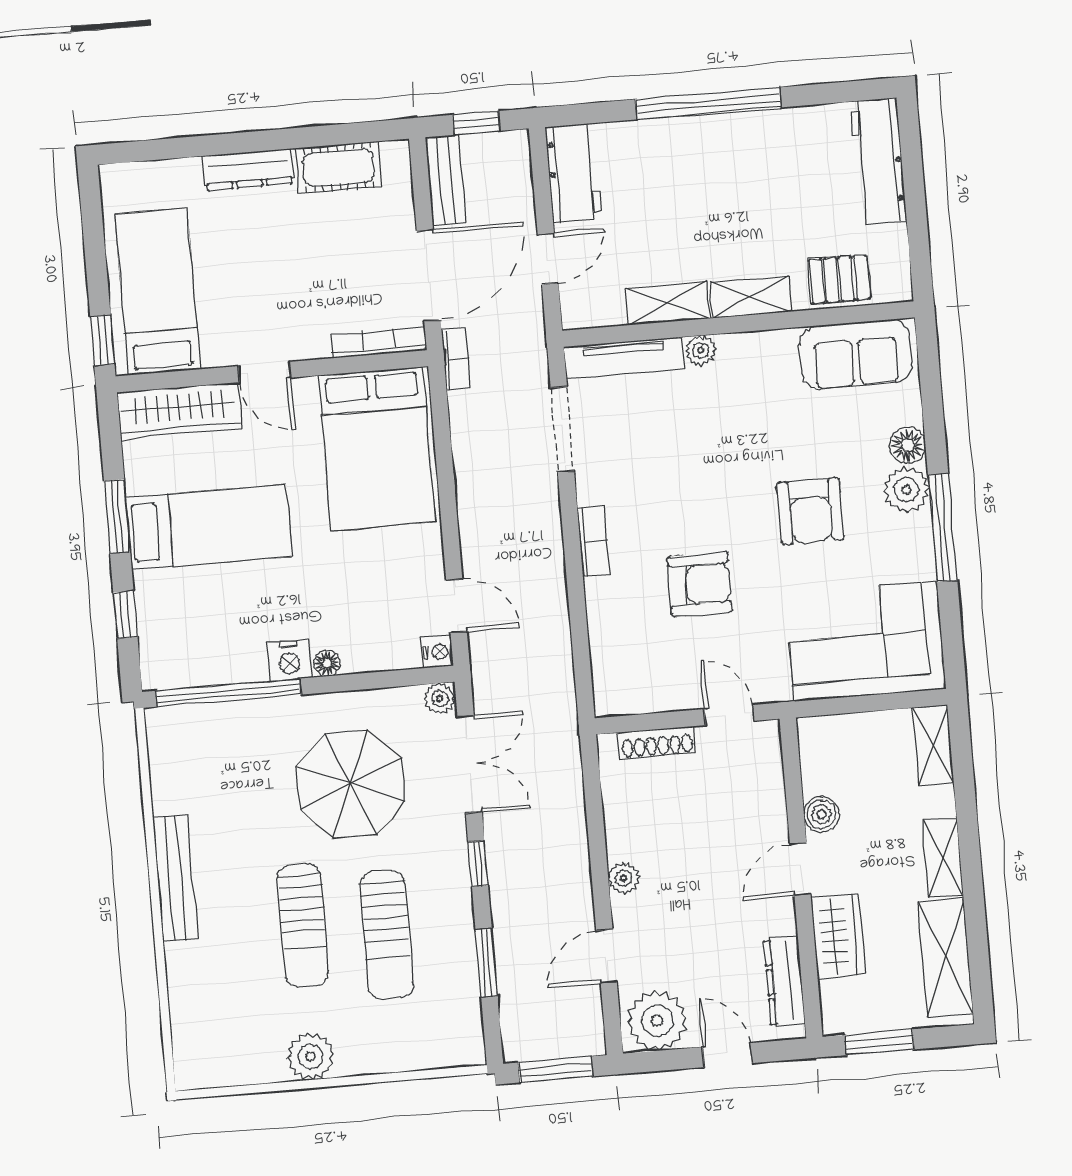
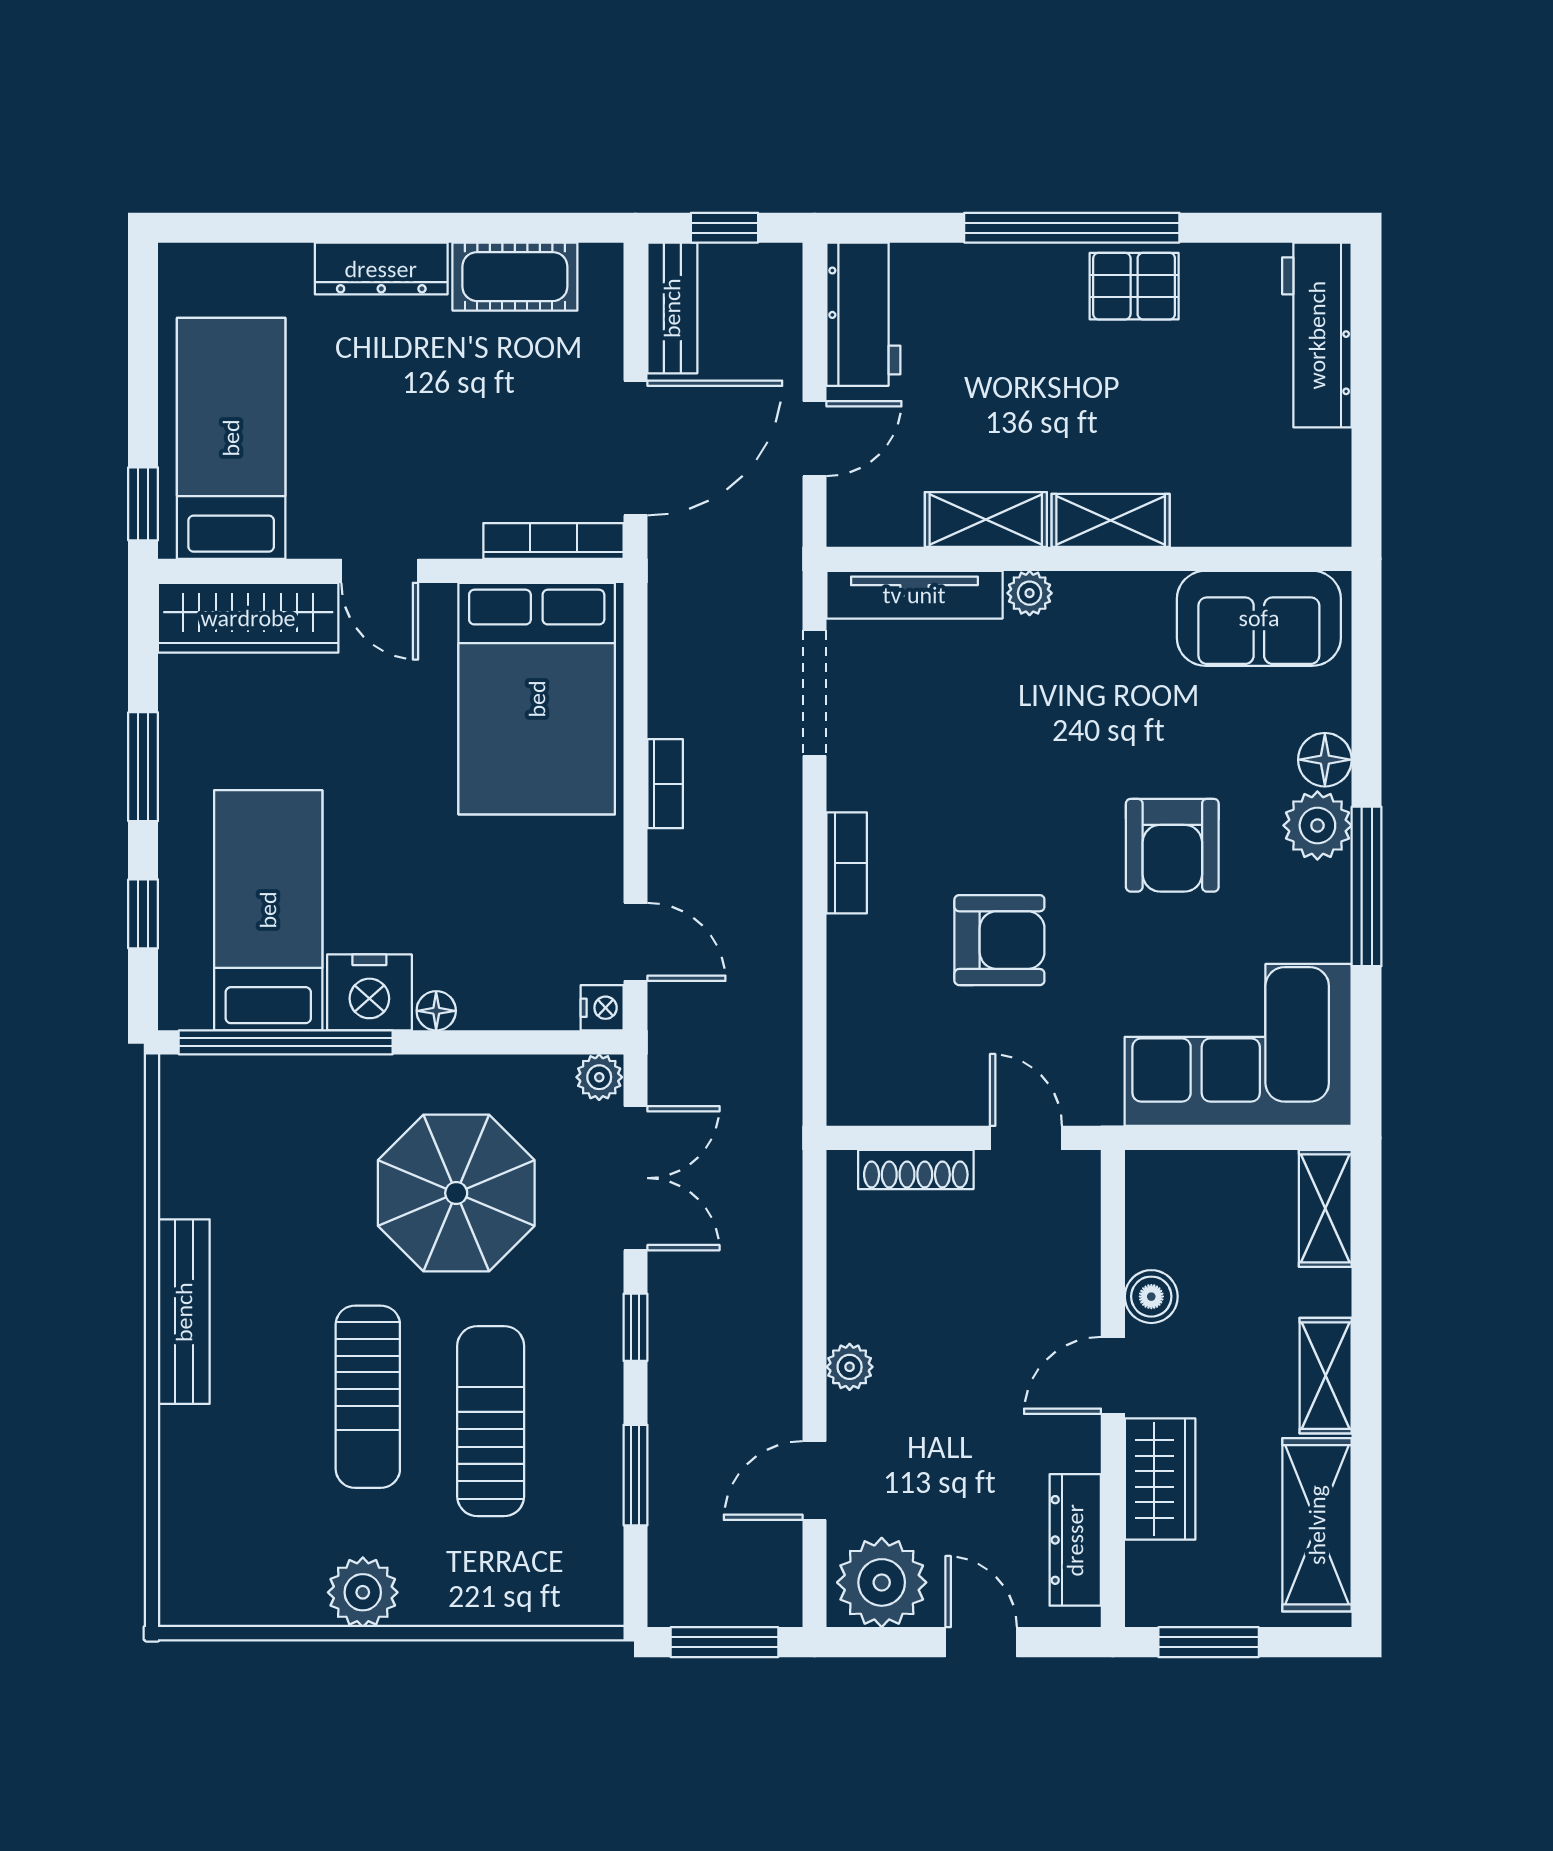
pallet: (839, 279) -> (1134, 286), moved
bookcase: (456, 359) -> (665, 784), moved
bed: (209, 527) -> (268, 910), moved, turned -90
nightstand: (289, 660) -> (369, 992), width x1.36, depth x1.33
sun lounger: (387, 935) -> (491, 1421), turned 180

